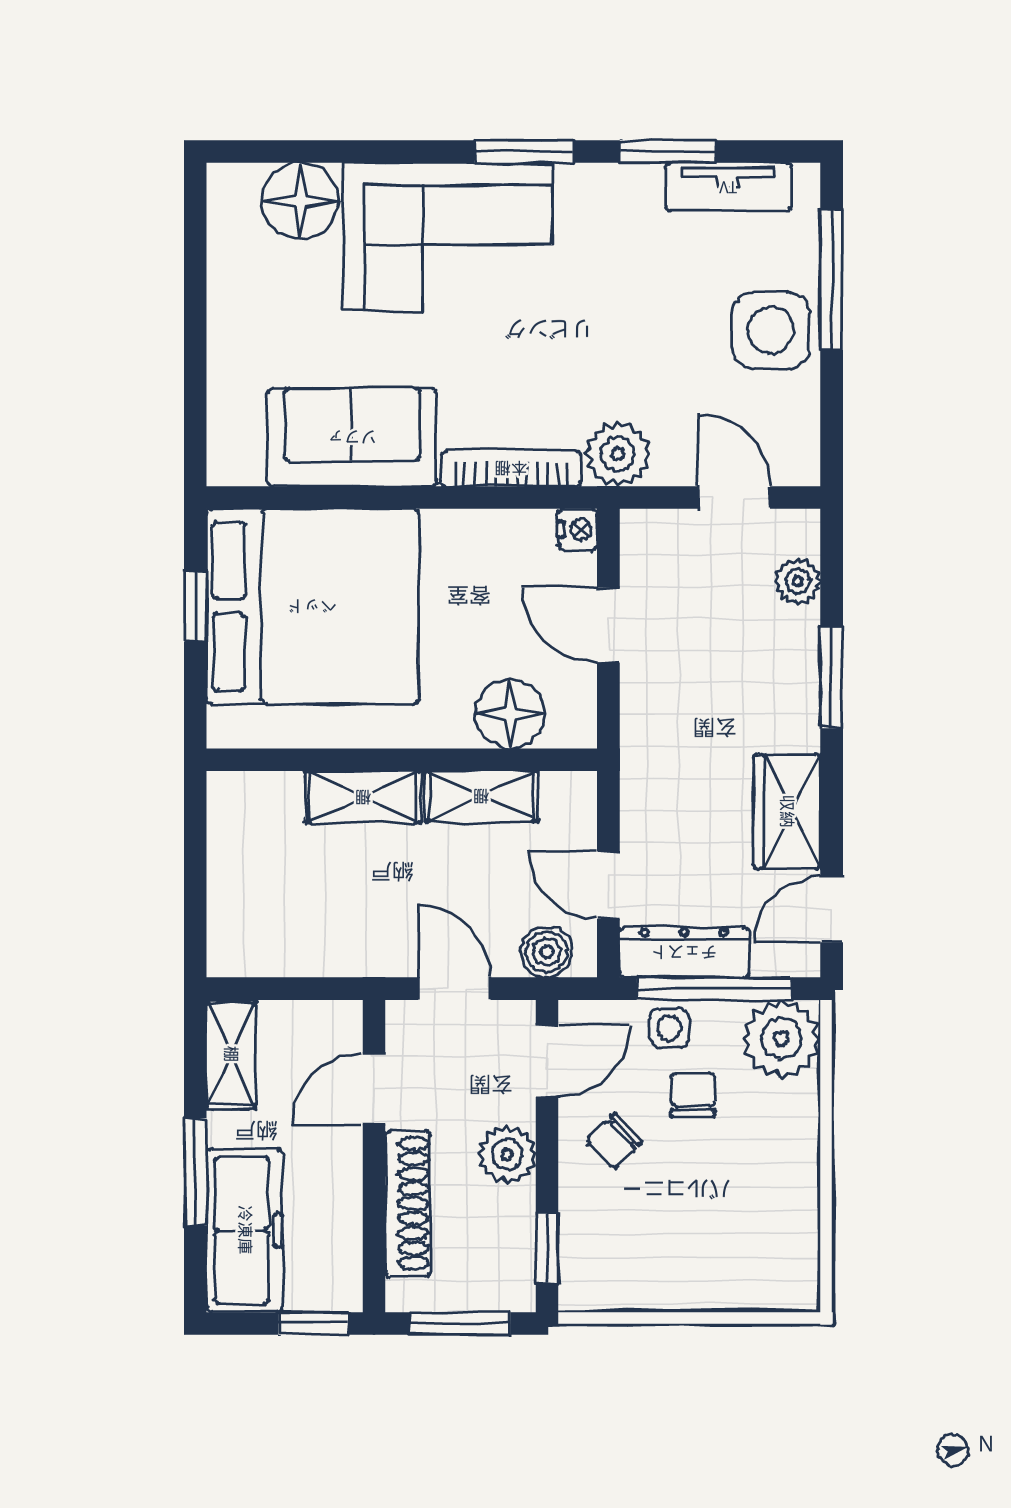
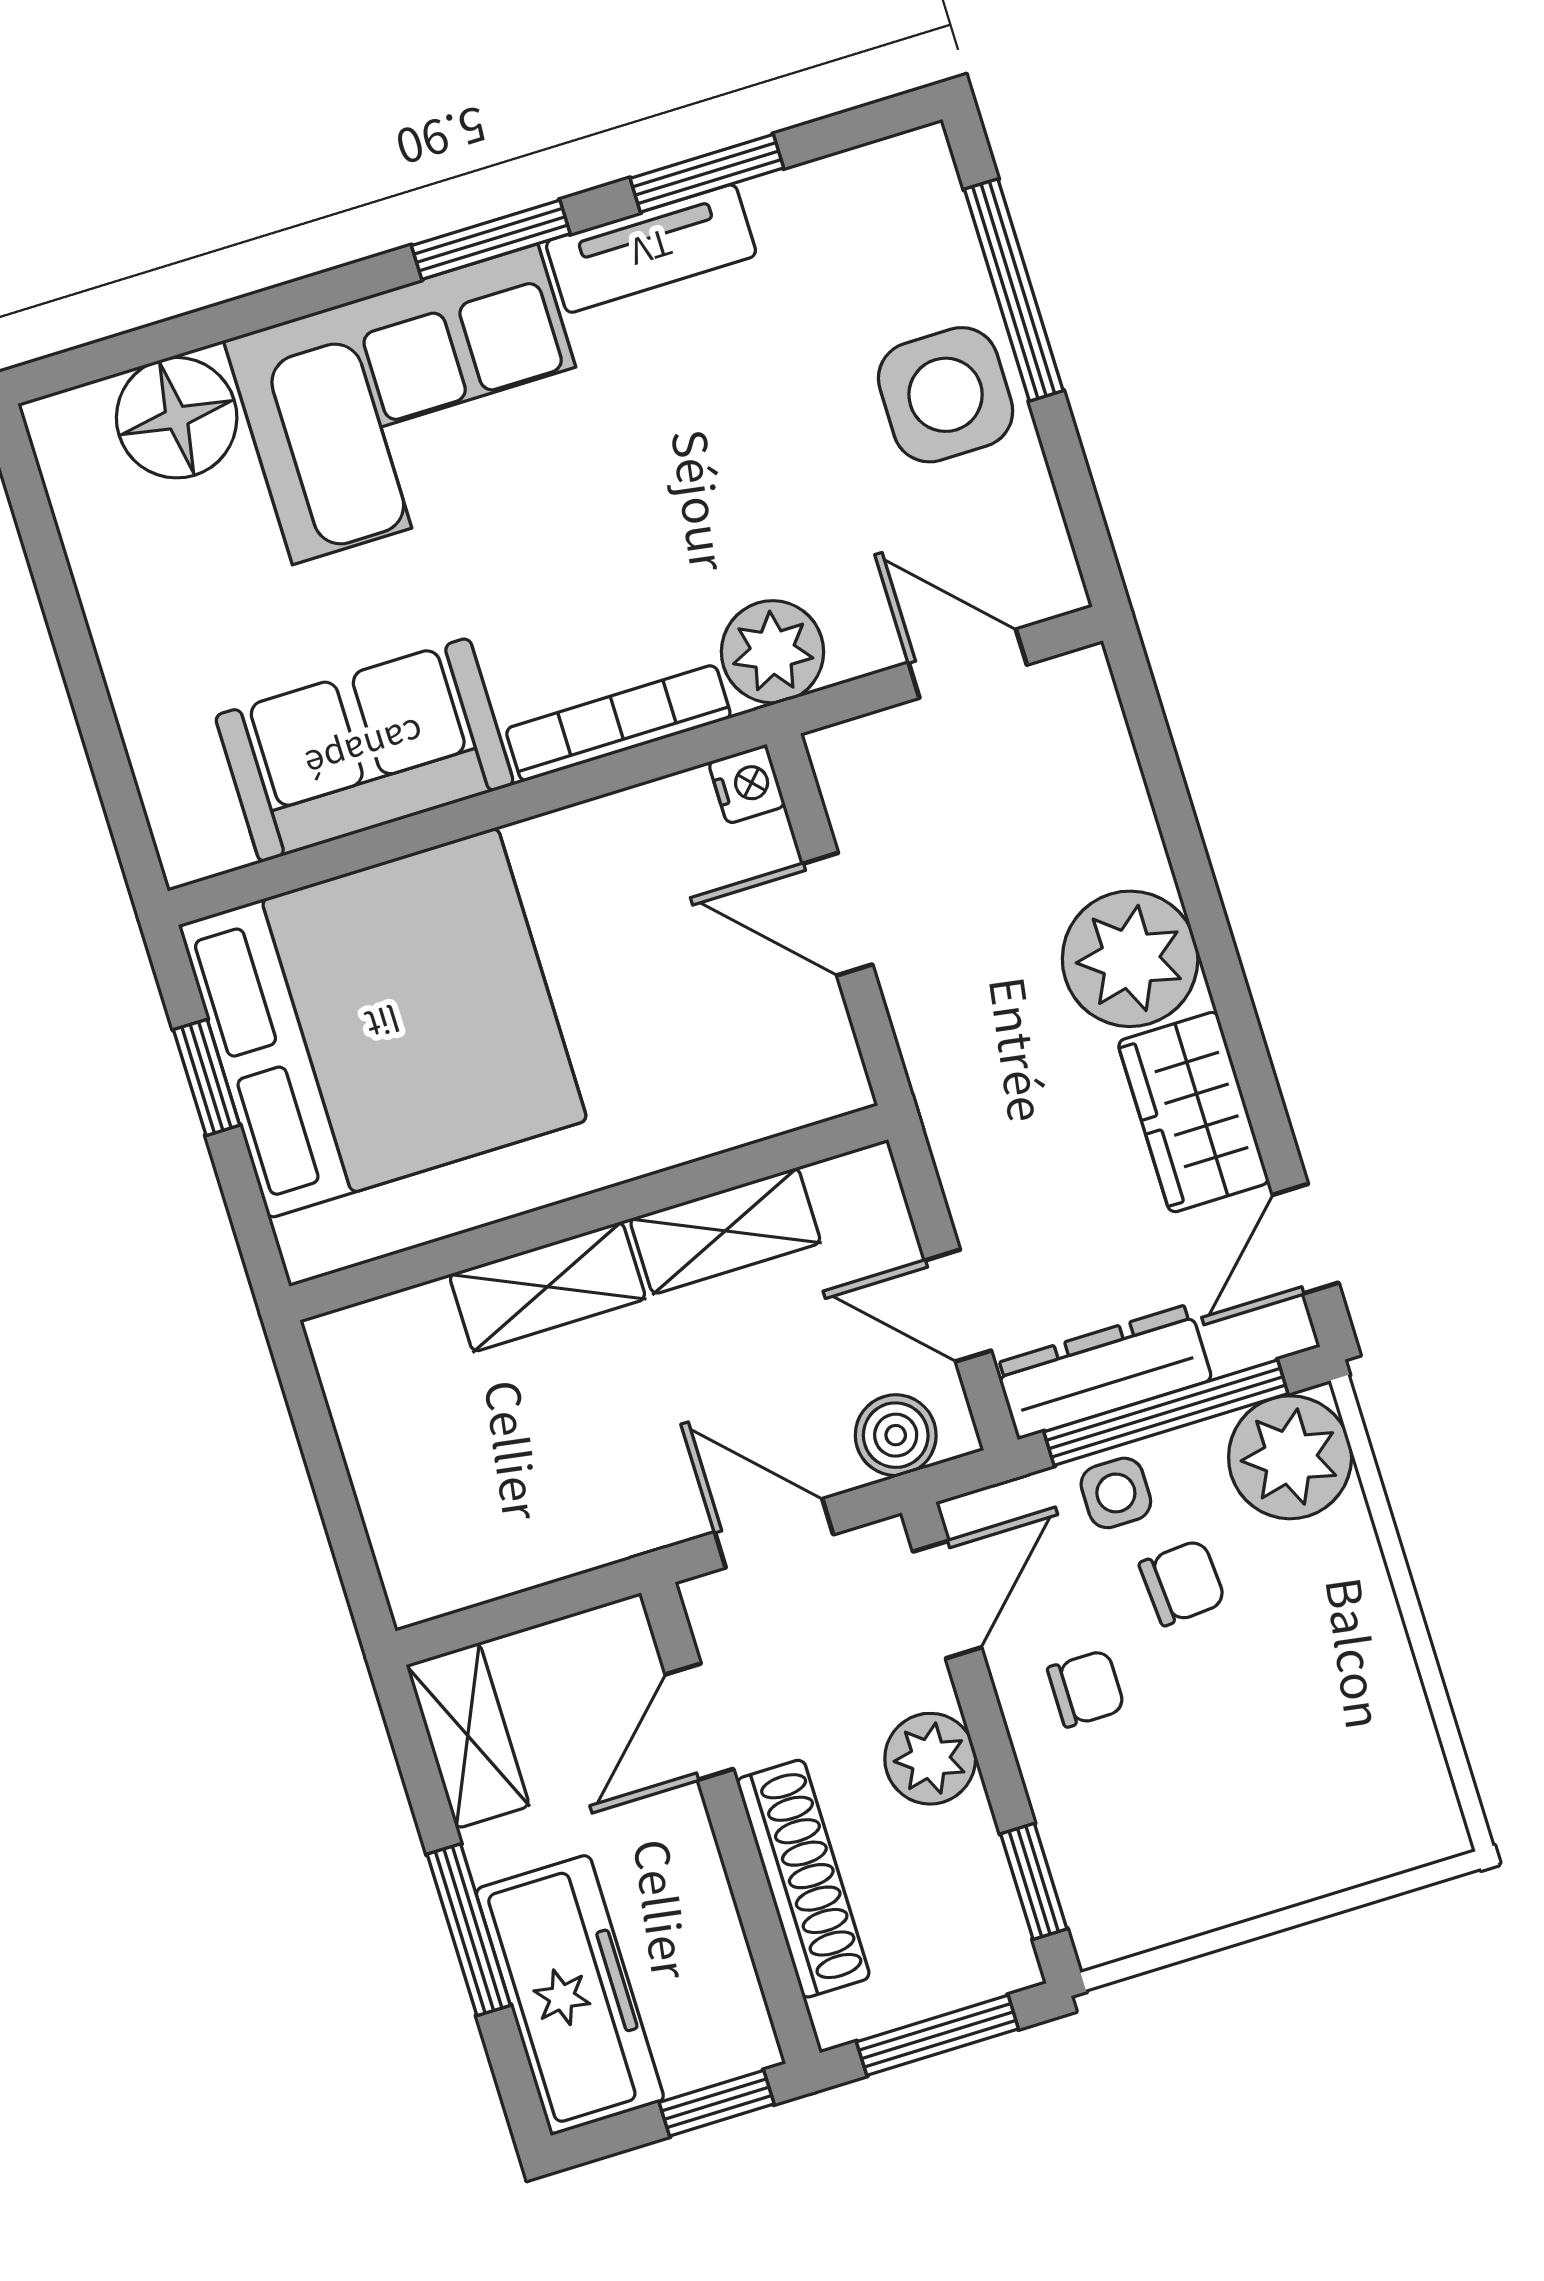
tv unit: (728, 187) -> (651, 249), moved
plant: (797, 581) -> (1130, 959), moved, width x1.88, depth x1.88
window: (832, 678) -> (1198, 890), removed
floor lamp: (510, 714) -> (731, 1094), removed
chair: (693, 1095) -> (1182, 1583), turned 86
chair: (615, 1141) -> (1086, 1689), turned -136

